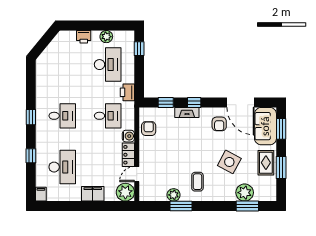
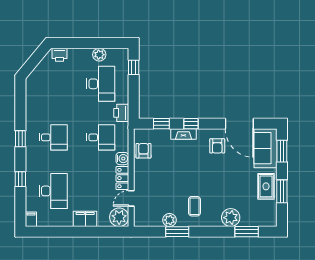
printer: (84, 37) -> (60, 55), moved
side table: (229, 162) -> (228, 186), removed
plant: (245, 193) -> (231, 218), moved

